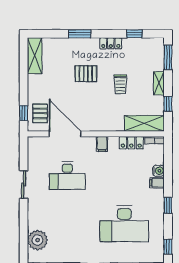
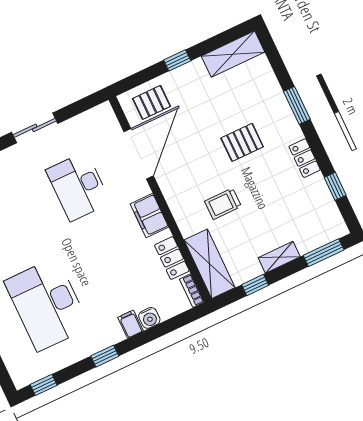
pallet: (86, 74) -> (242, 142), turned 90
trolley: (120, 84) -> (223, 204), moved
window: (24, 113) -> (177, 60), moved
filing cabinet: (102, 144) -> (149, 216), width x2.00

